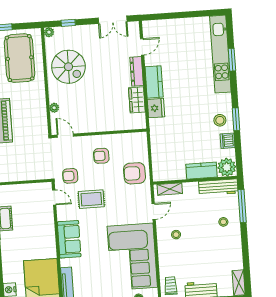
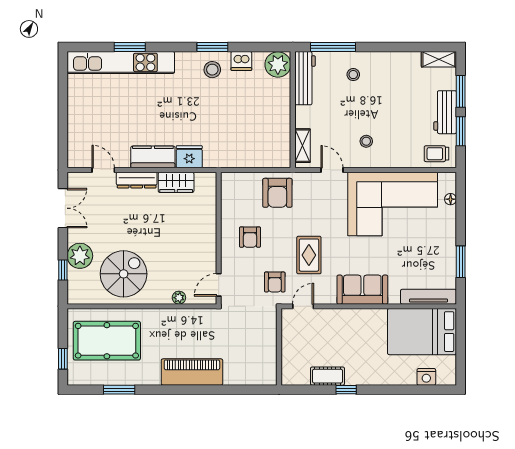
plant: (49, 32) -> (80, 256), moved, width x1.88, depth x1.88
kitchen counter: (201, 171) -> (280, 100), removed

